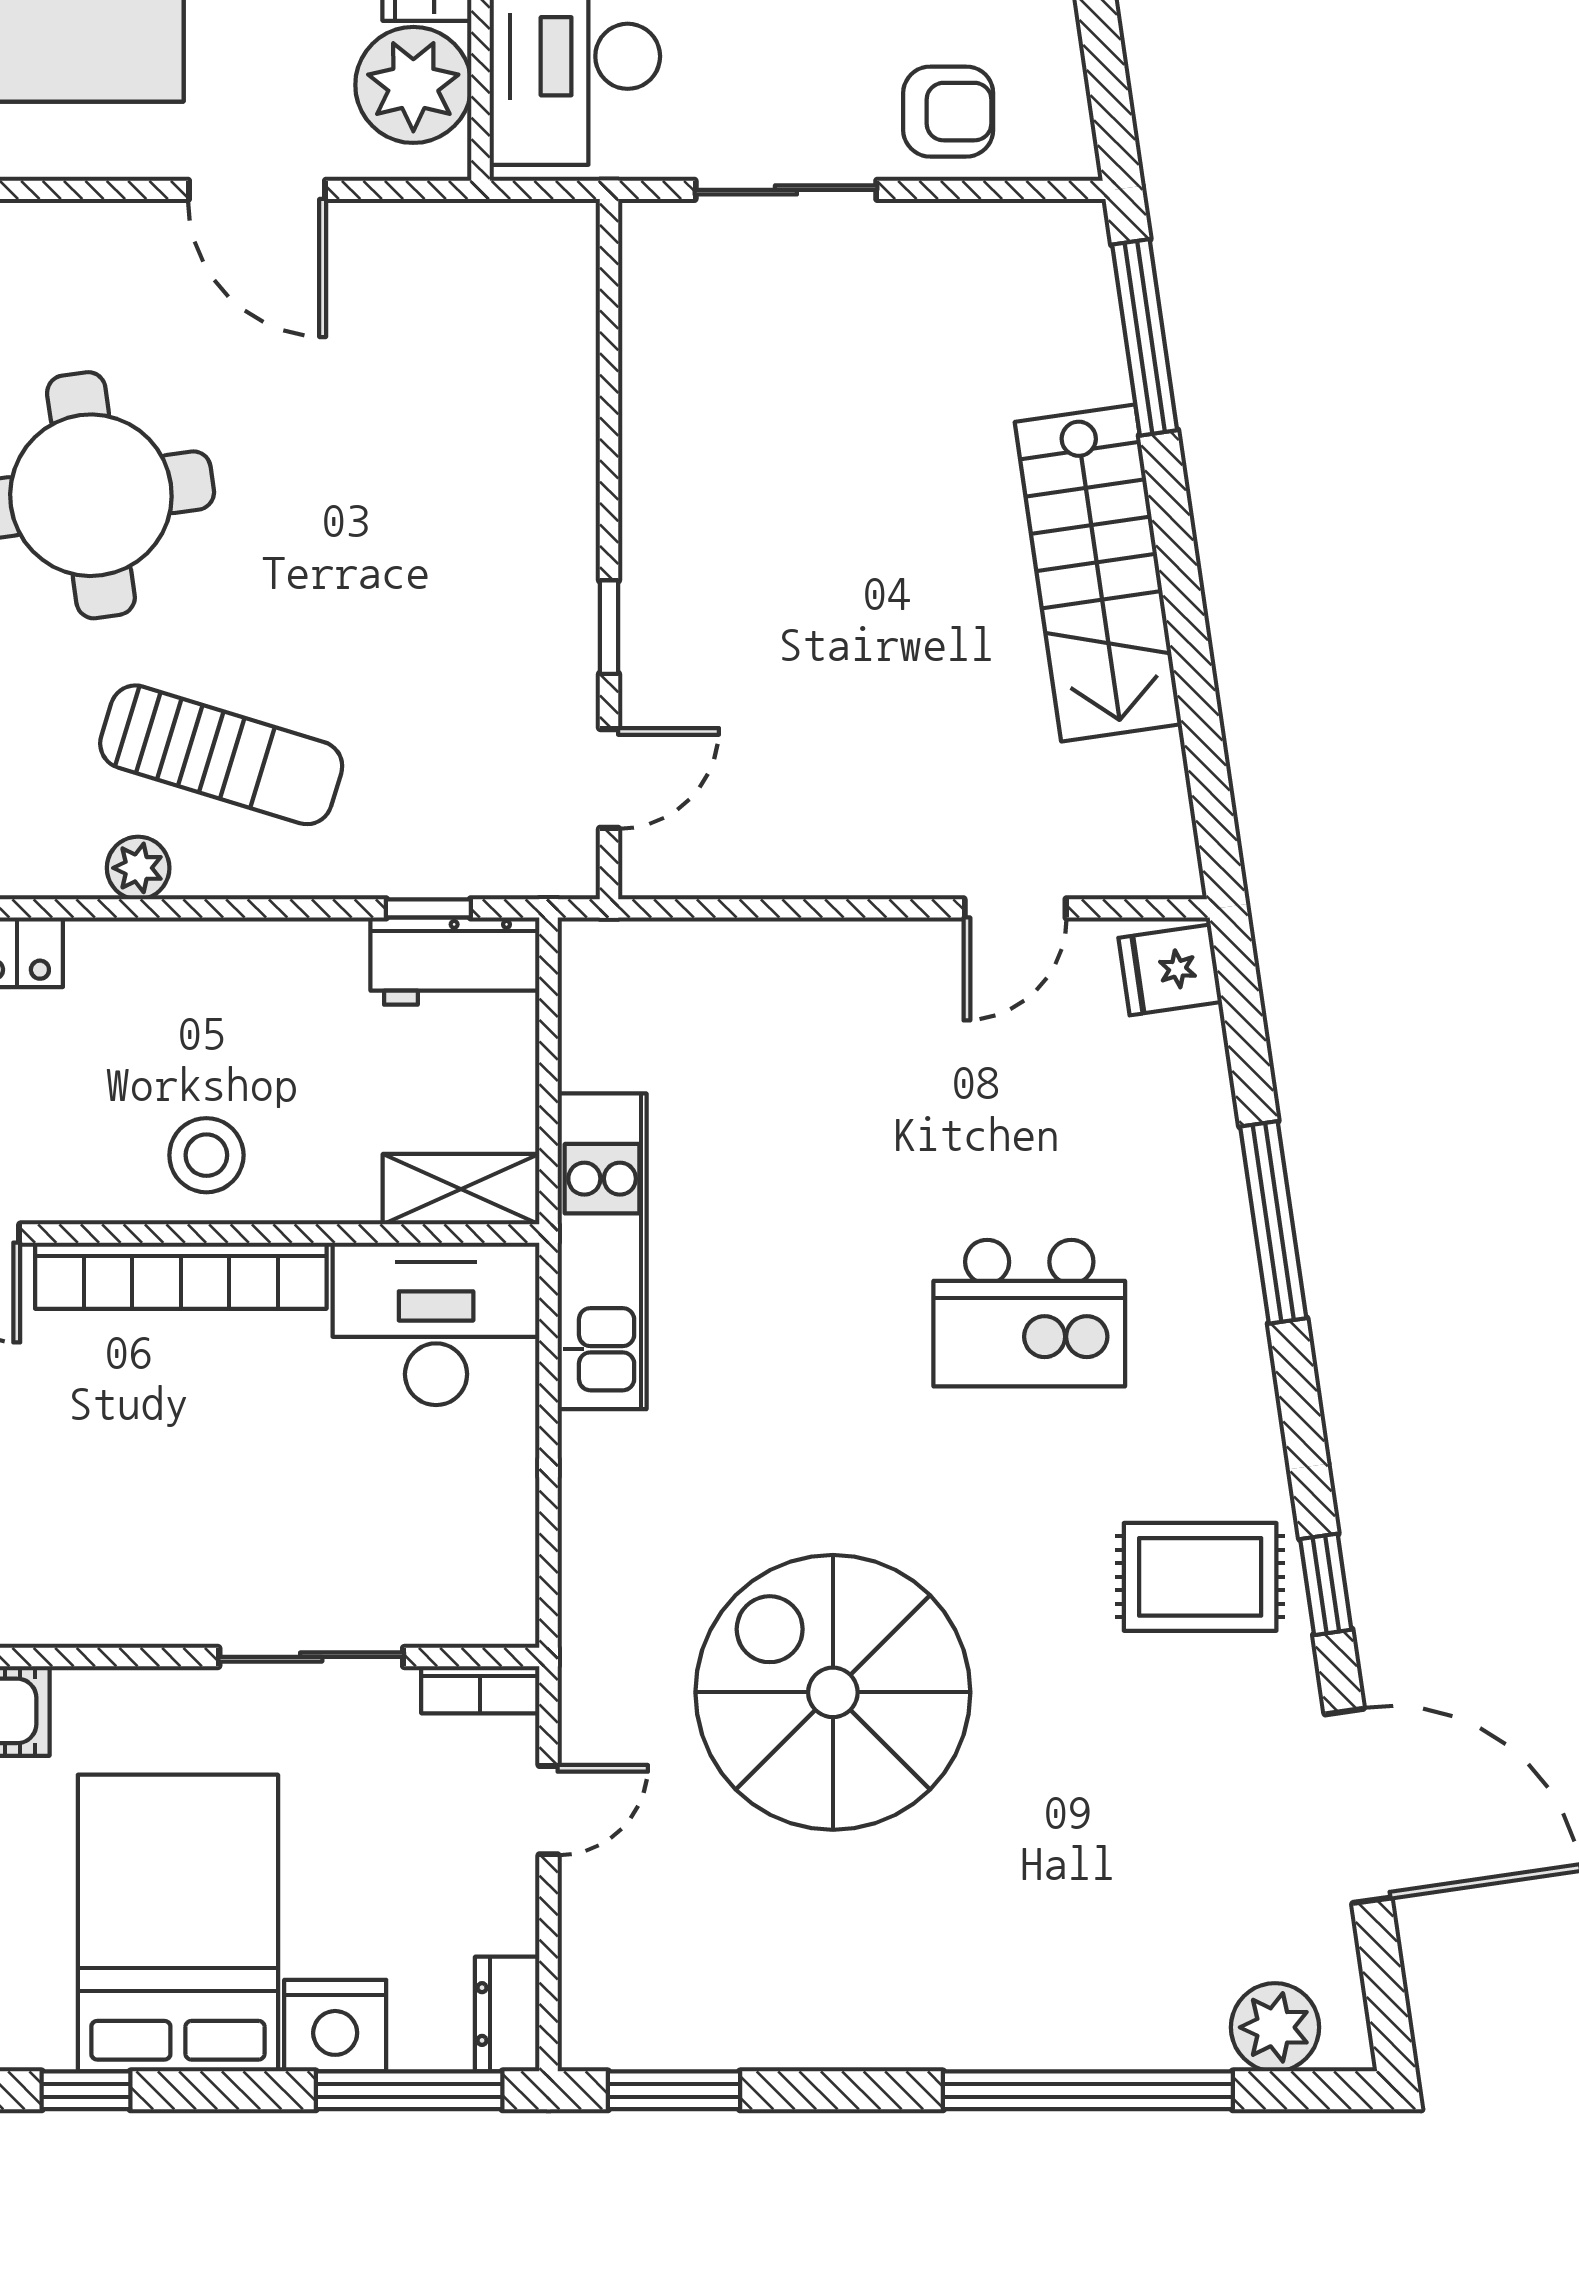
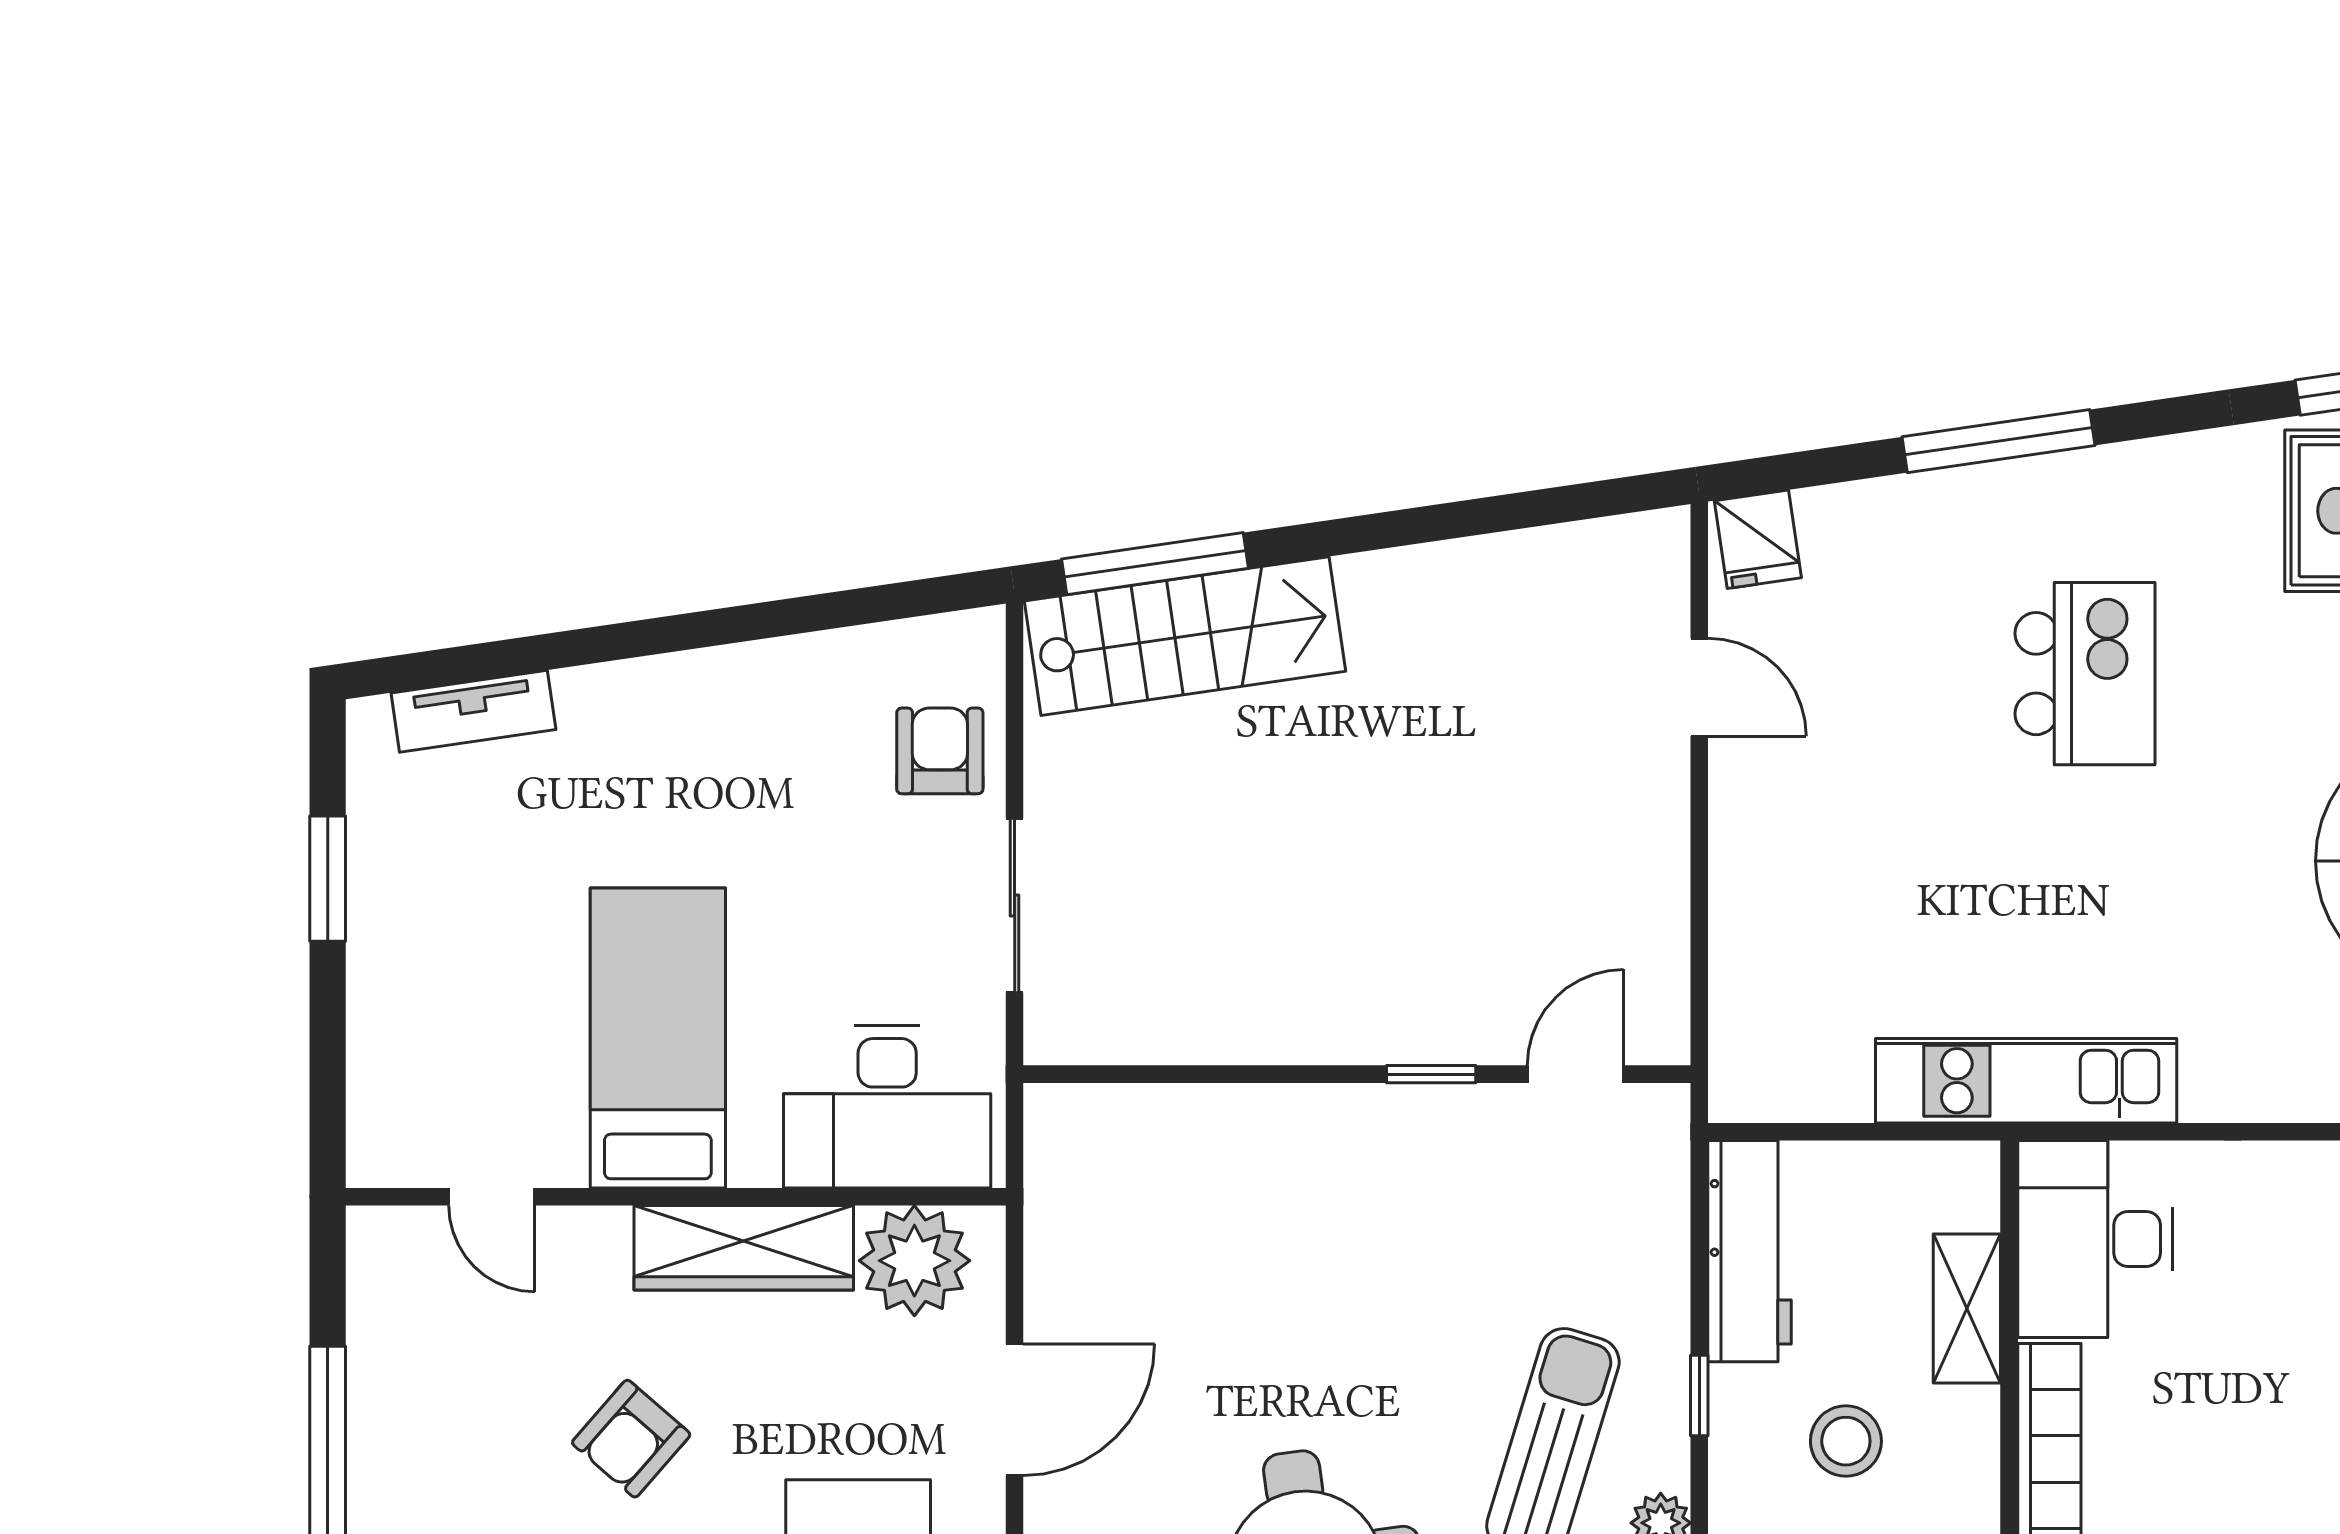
stairs: (1098, 573) -> (1185, 636), moved
door: (609, 778) -> (1575, 1074), hinge flipped
window: (428, 908) -> (1699, 1395), moved
workbench: (455, 961) -> (1749, 1251), width x1.37
stool: (206, 1155) -> (1846, 1441), moved
shelving: (461, 1189) -> (1967, 1308), moved

